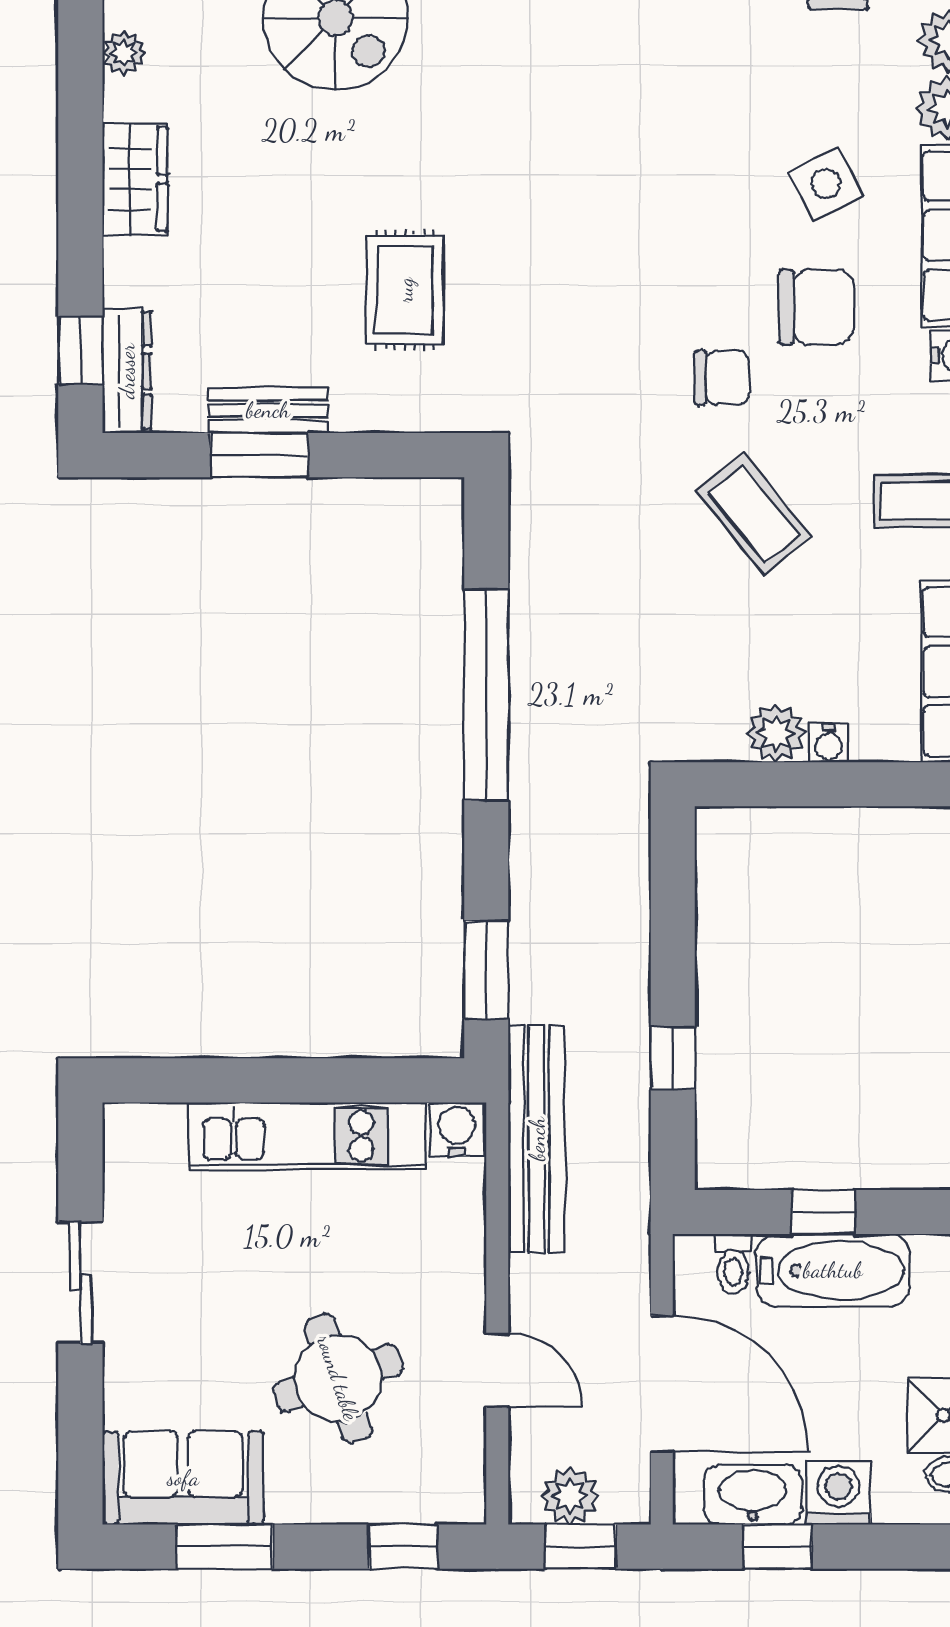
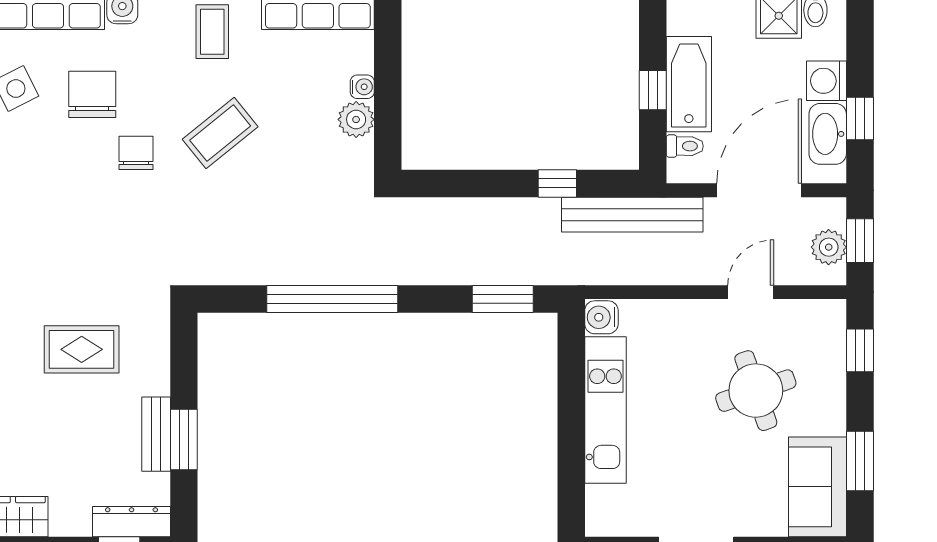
bench: (537, 1139) -> (632, 215), moved

